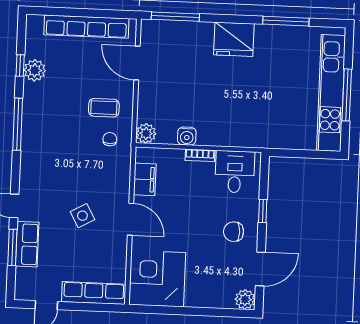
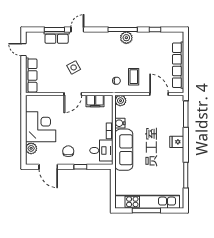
fridge: (234, 39) -> (177, 142), width x0.53, depth x0.75
door: (137, 63) -> (159, 94), hinge flipped
plant: (35, 70) -> (126, 38), moved
sofa: (235, 131) -> (124, 150), added
corner desk: (157, 279) -> (41, 127), moved
plant: (245, 299) -> (31, 148), moved

